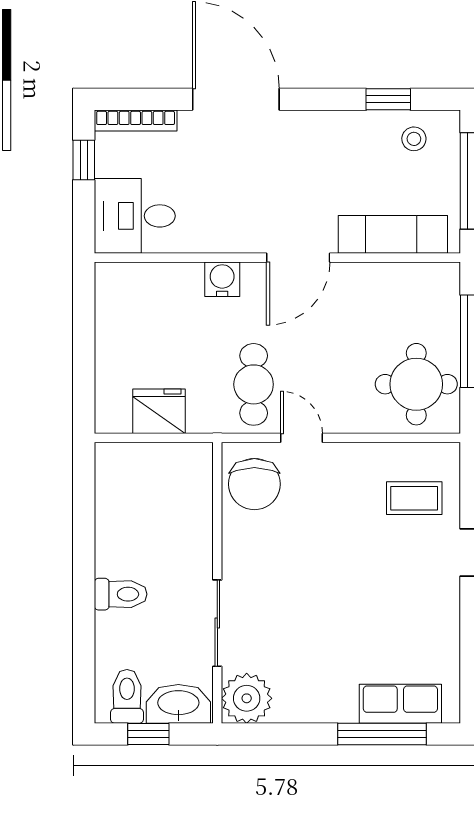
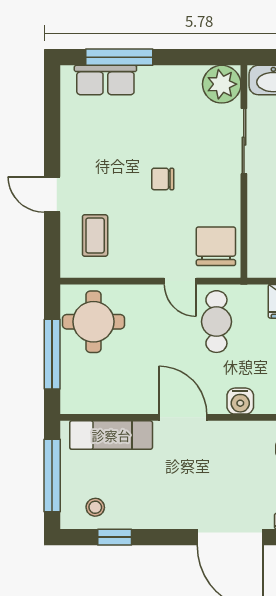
door: (298, 258) -> (183, 417), hinge flipped
coffee table: (414, 498) -> (95, 235), turned 90
chair: (325, 573) -> (163, 179), added

